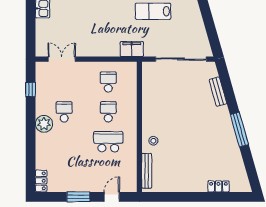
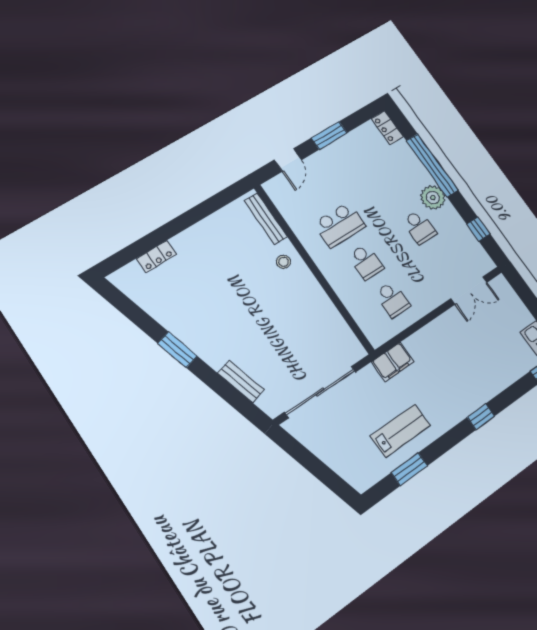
window: (239, 130) -> (177, 350), width x0.69
window: (31, 143) -> (432, 165), added

